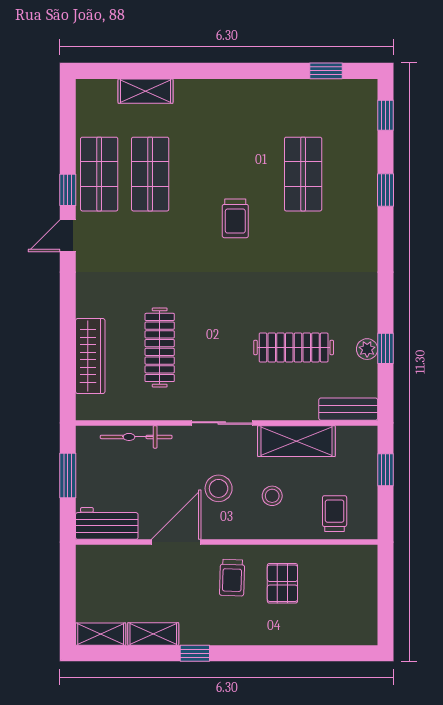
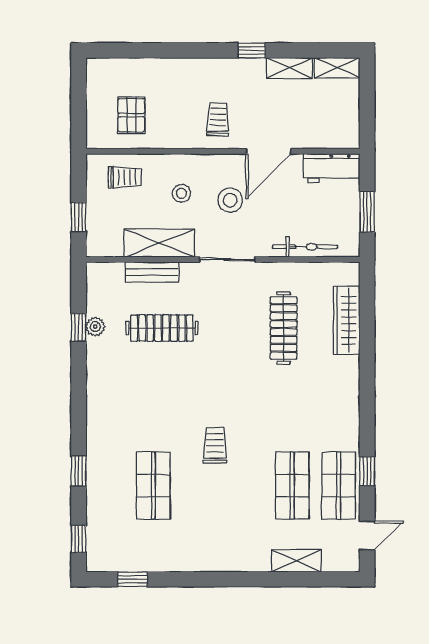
door: (68, 236) -> (367, 536), moved
bench: (348, 409) -> (152, 272), moved
trolley: (335, 514) -> (125, 177), turned -90
pallet: (282, 583) -> (131, 115), moved

